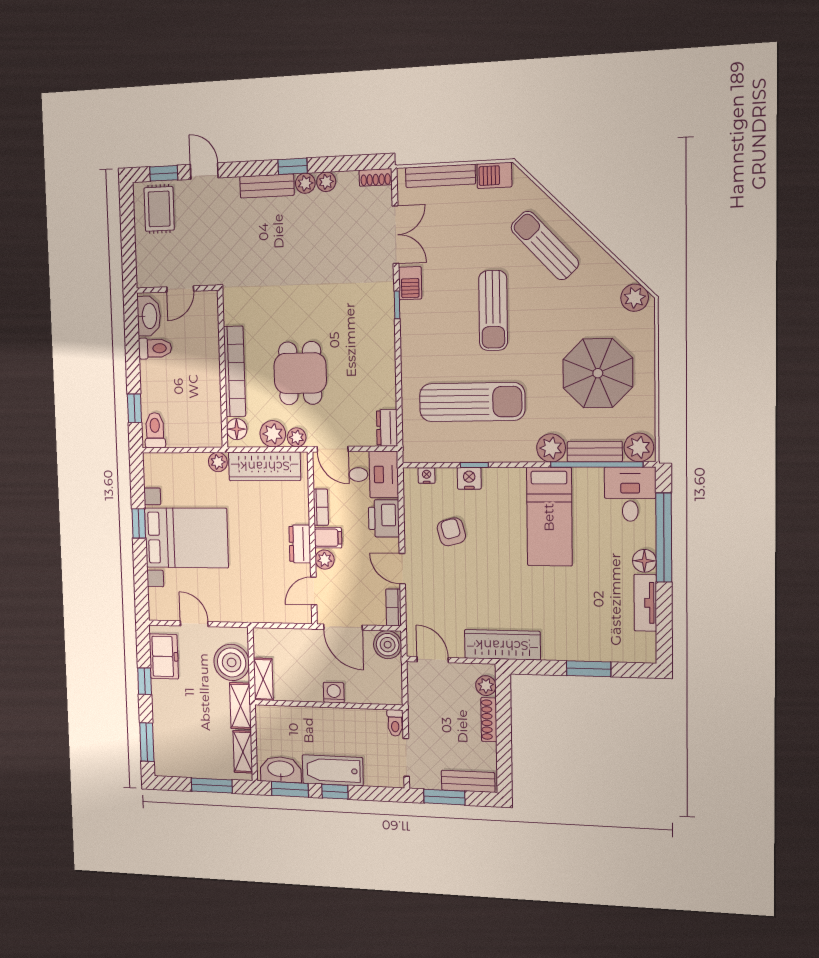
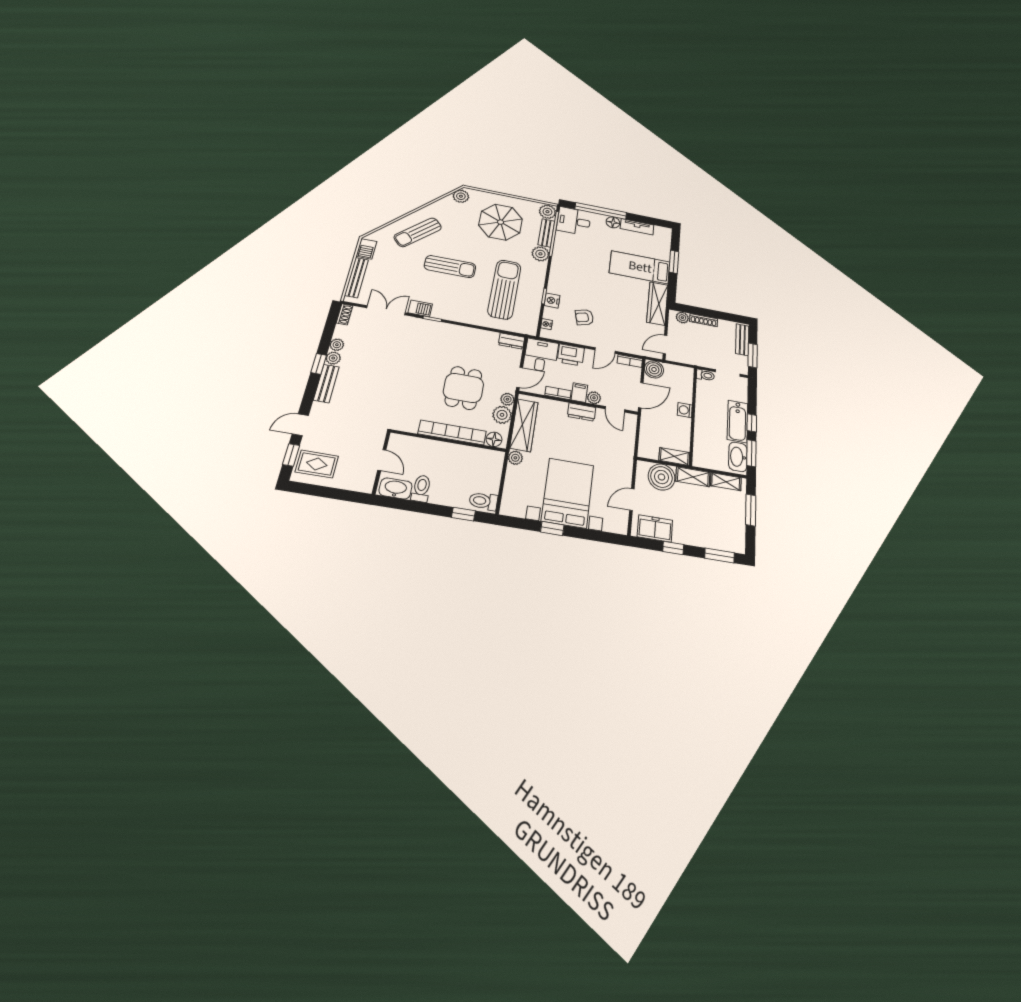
dining table: (300, 373) -> (463, 388), turned 90
bed: (549, 517) -> (640, 267), moved, turned 180

